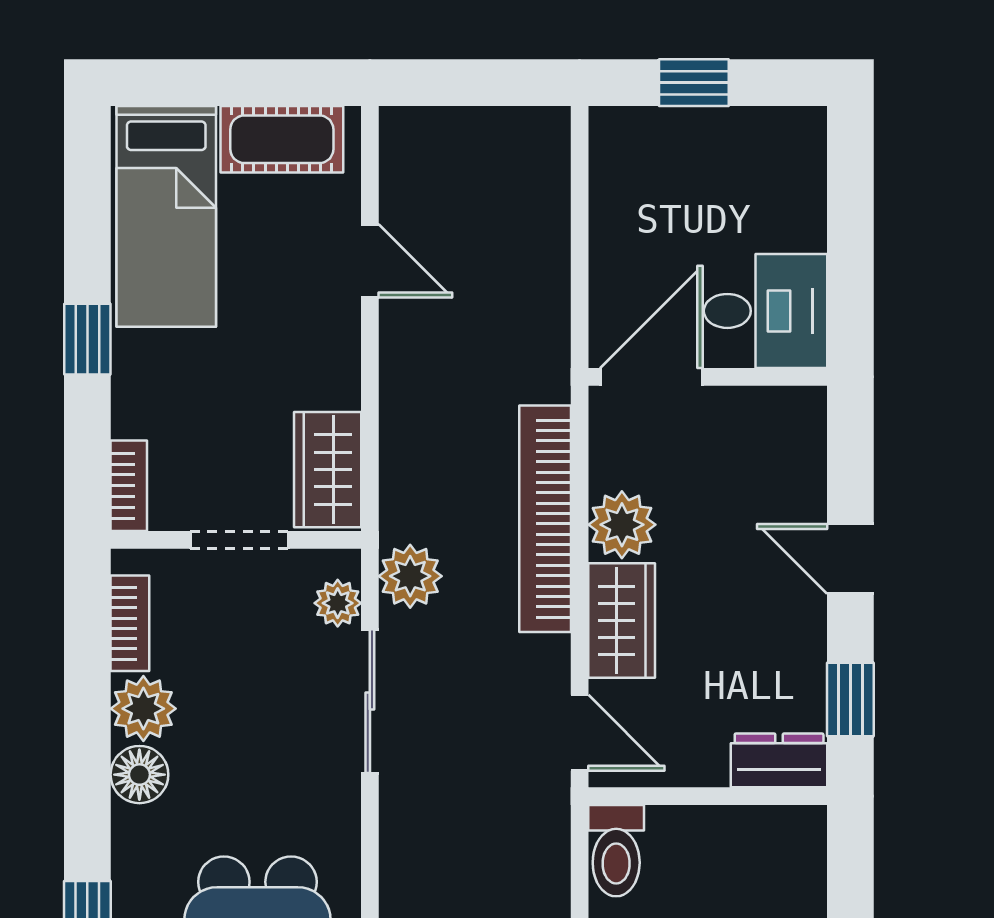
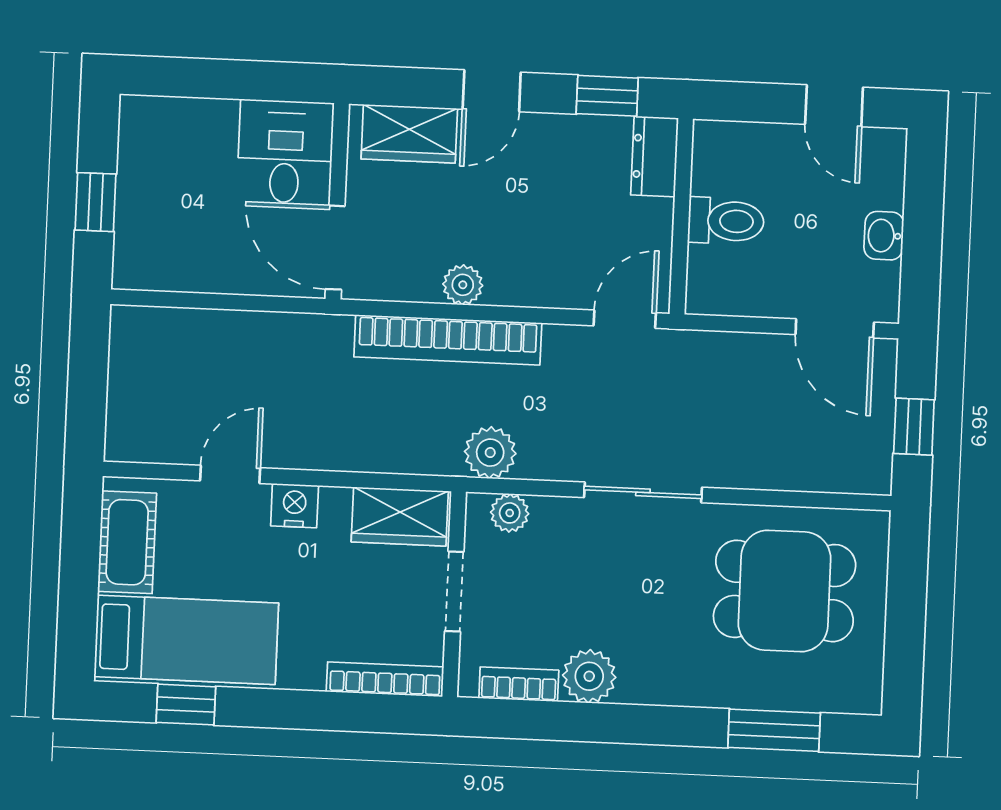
window: (87, 339) -> (186, 705), moved
nightstand: (335, 341) -> (295, 506), added
bookcase: (129, 486) -> (385, 679), width x1.56
plant: (622, 525) -> (463, 285), width x0.73, depth x0.73
wardrobe: (622, 620) -> (409, 134), moved, turned 180
sliding door: (370, 701) -> (643, 492), moved
floor lamp: (139, 775) -> (643, 682), removed
toilet: (616, 851) -> (726, 221), moved

